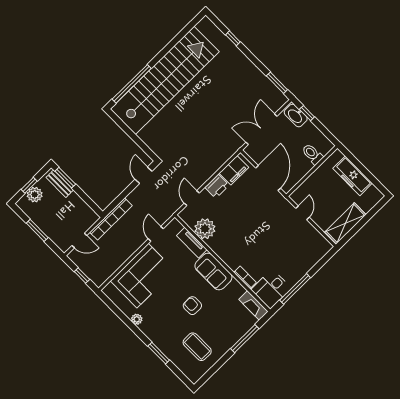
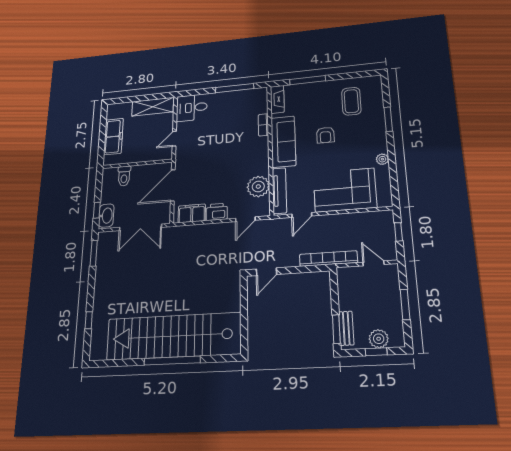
window: (132, 84) -> (172, 361), moved
tv unit: (192, 243) -> (279, 191), width x1.41
sofa: (213, 272) -> (283, 142), width x1.36
desk: (271, 289) -> (192, 108), moved, turned 180

